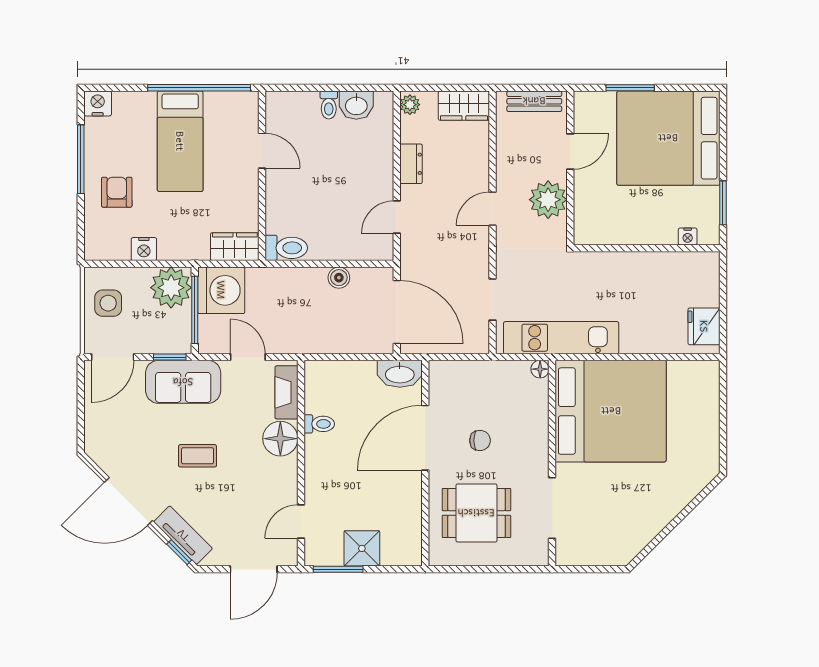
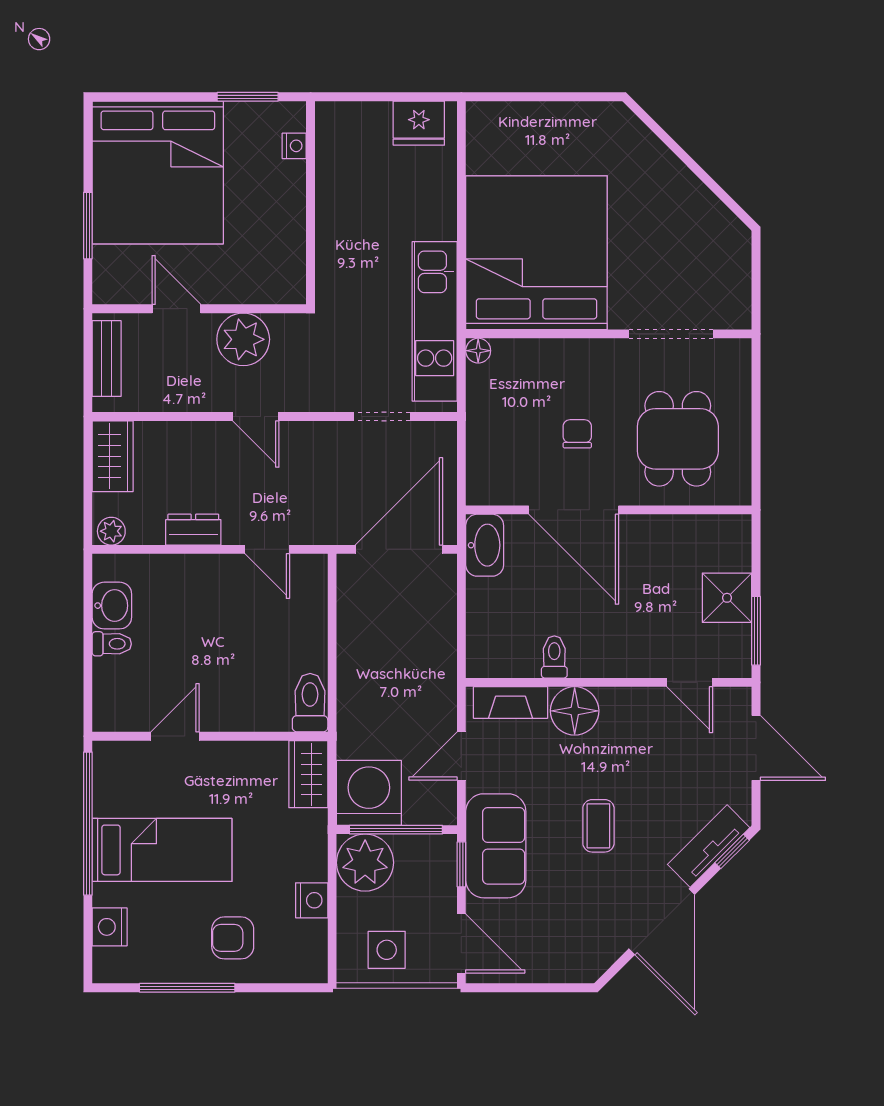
nightstand: (98, 103) -> (110, 927), moved
boiler: (339, 278) -> (351, 630), removed

